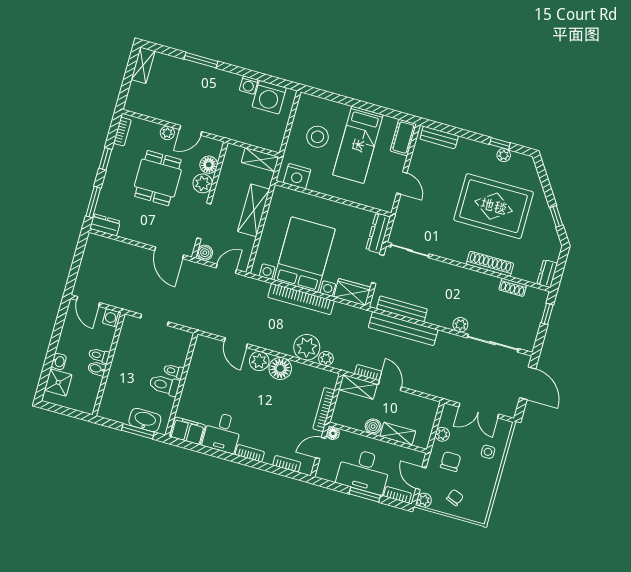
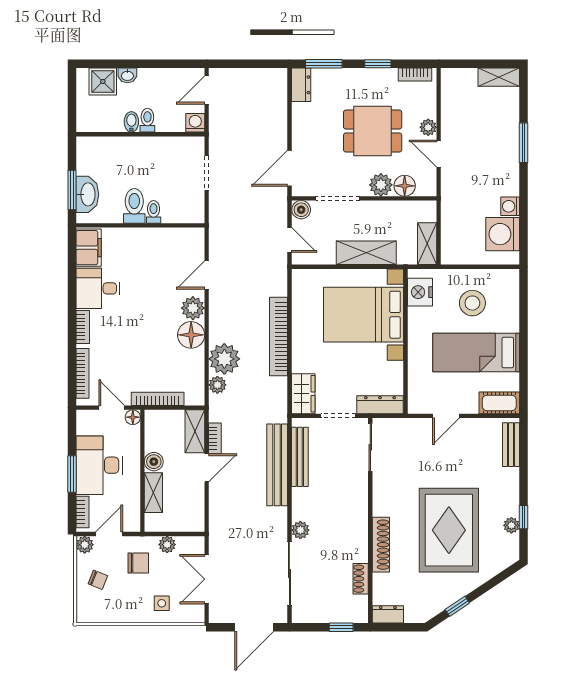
bed with nightstands: (305, 254) -> (364, 315), moved, turned 180
bookcase: (287, 464) -> (83, 373), width x1.56

